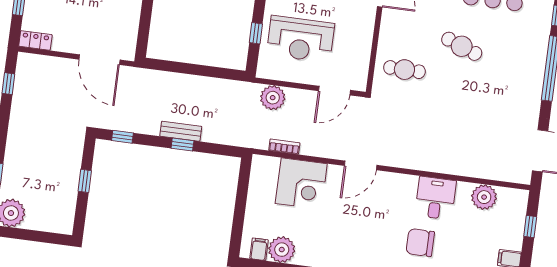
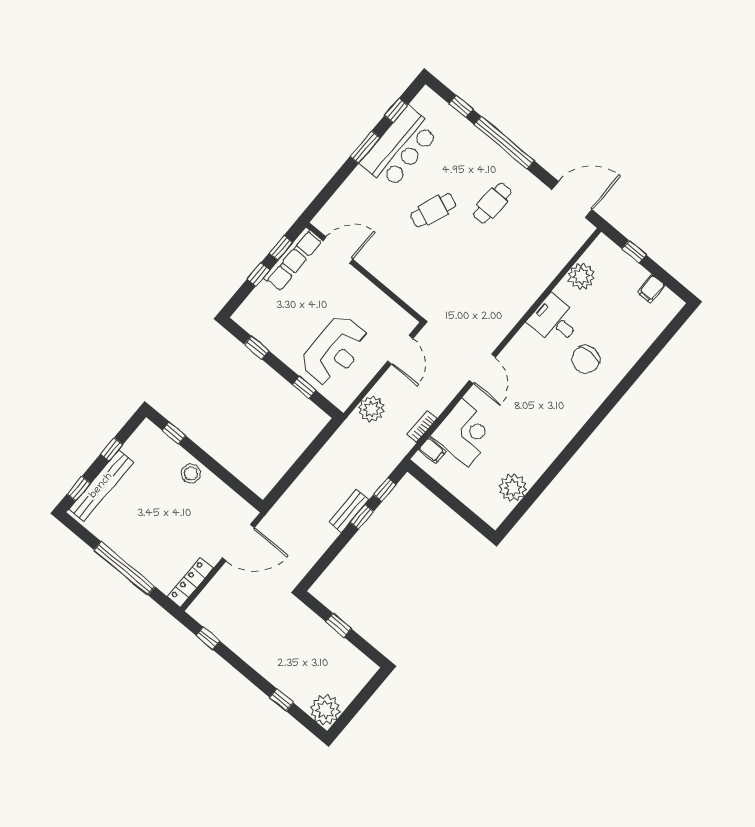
locker: (35, 40) -> (190, 582), width x1.53
cafe table: (404, 70) -> (492, 203), moved
window: (122, 137) -> (385, 490), moved
filing cabinet: (259, 249) -> (432, 451), moved, turned 180

